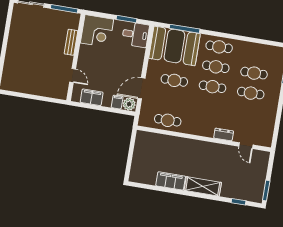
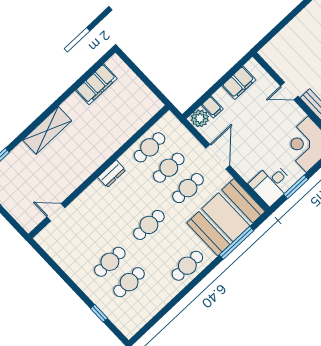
cafe table: (216, 67) -> (169, 168), moved
door: (73, 75) -> (289, 91), moved
door: (141, 88) -> (218, 157), moved
dresser: (224, 134) -> (112, 174), moved
filing cabinet: (171, 181) -> (96, 84), moved

